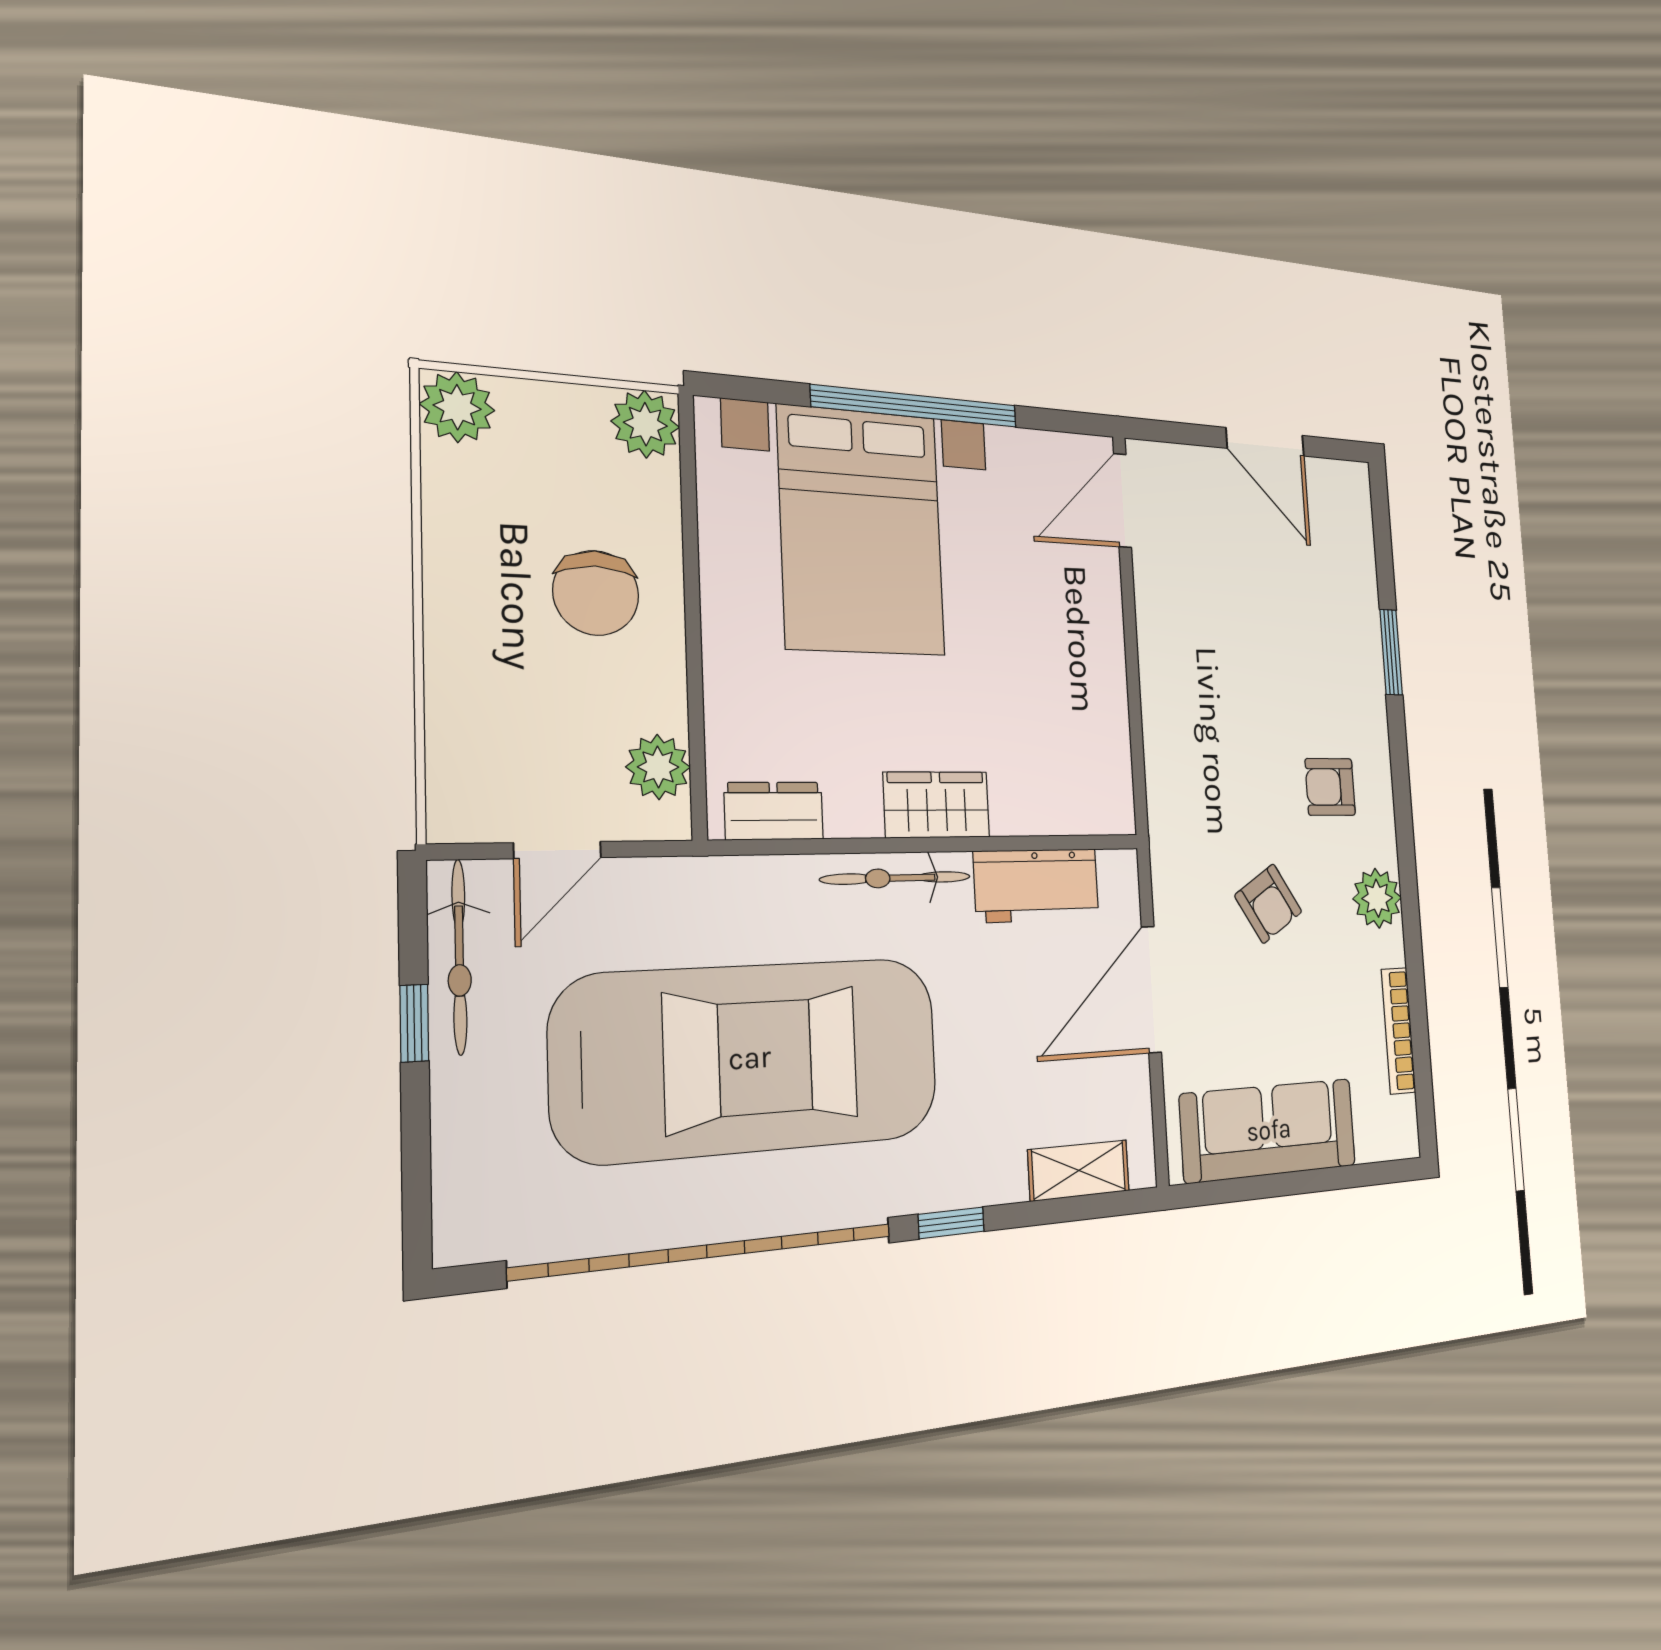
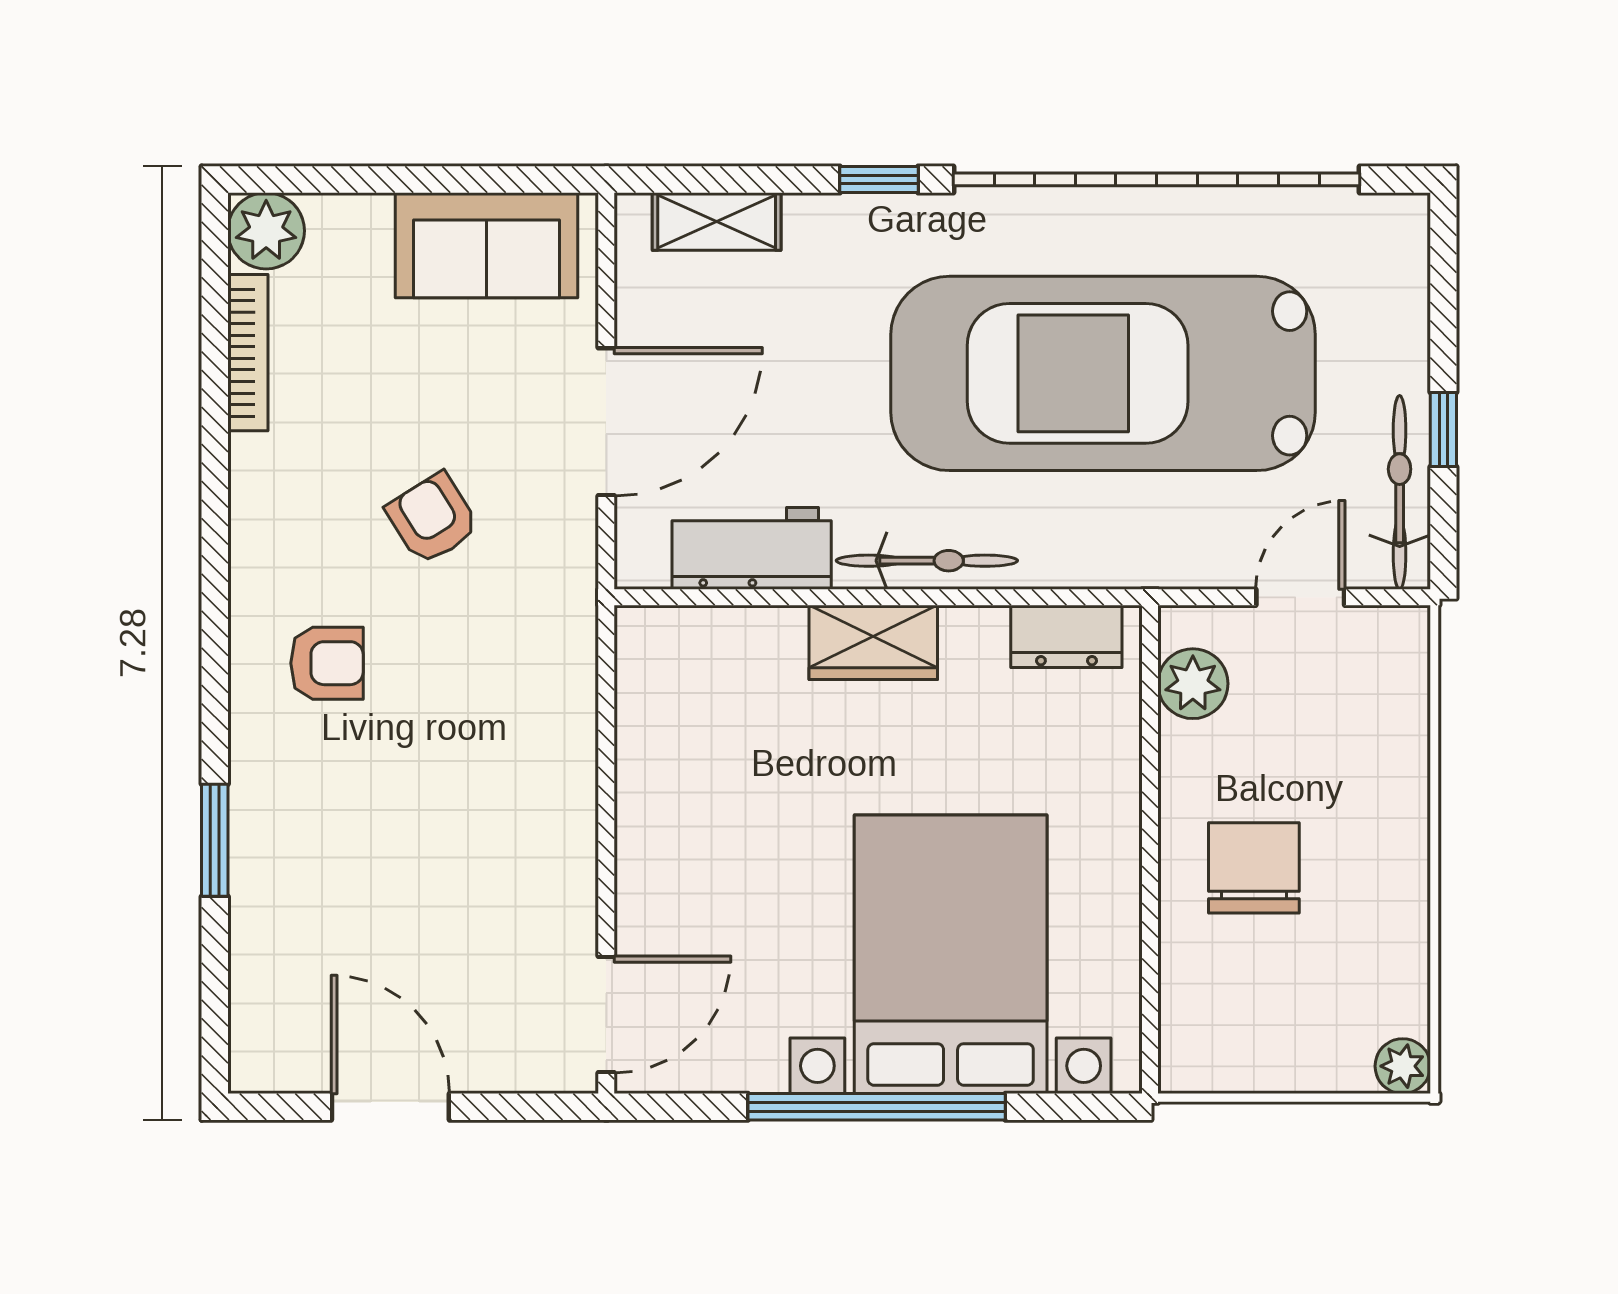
plant: (457, 407) -> (1403, 1066), width x0.73, depth x0.73
plant: (645, 424) -> (1196, 1056), removed
plant: (1377, 898) -> (266, 231), moved
sofa: (1269, 1130) -> (487, 245), width x0.73

